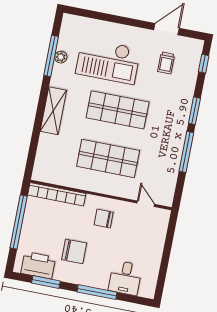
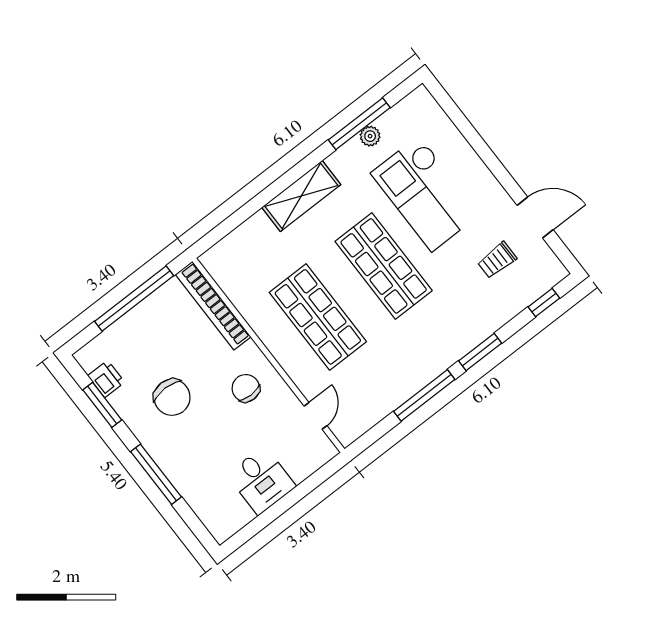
printer: (38, 265) -> (106, 379), width x0.53, depth x0.68
desk: (125, 278) -> (261, 480), moved, turned -90

